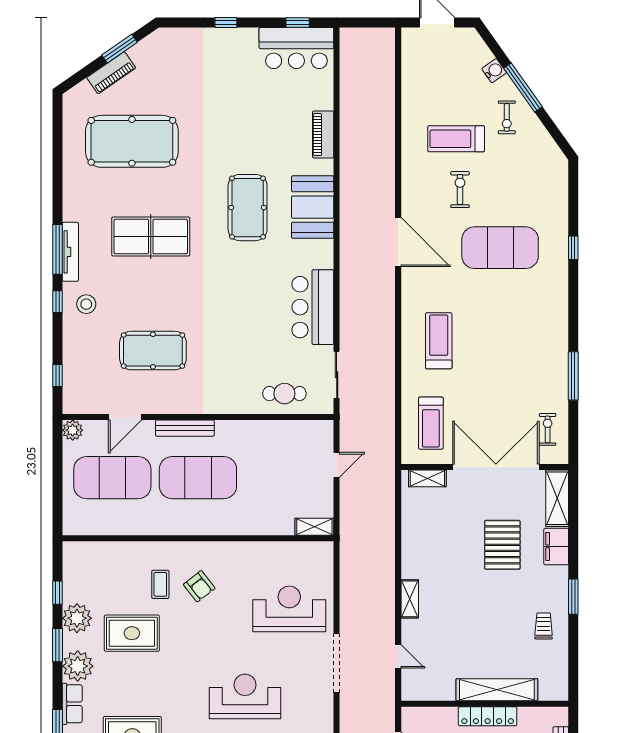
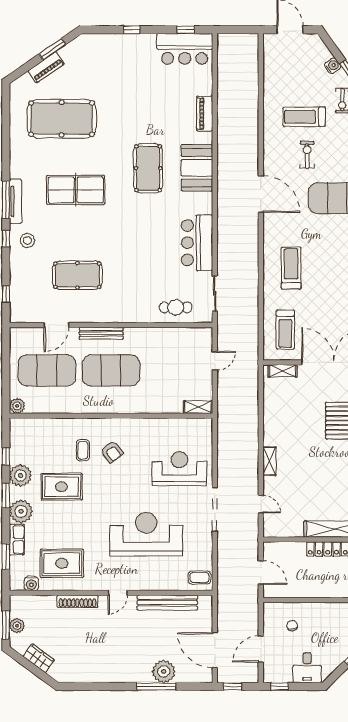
plant: (73, 430) -> (17, 406), moved
reception desk: (245, 696) -> (146, 534), width x1.36, depth x1.30

